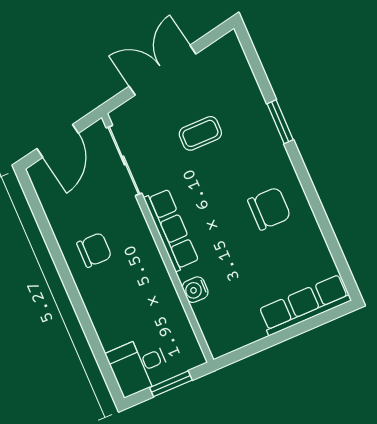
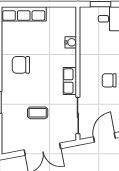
row of seats: (171, 230) -> (70, 81), width x0.68

